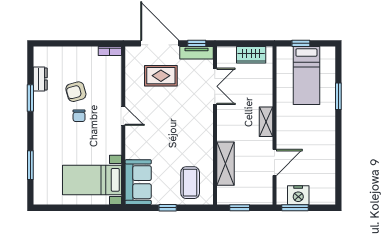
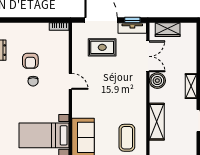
wardrobe: (251, 55) -> (168, 30), moved
armchair: (76, 92) -> (30, 61), turned -75
boiler: (226, 115) -> (157, 81), added

